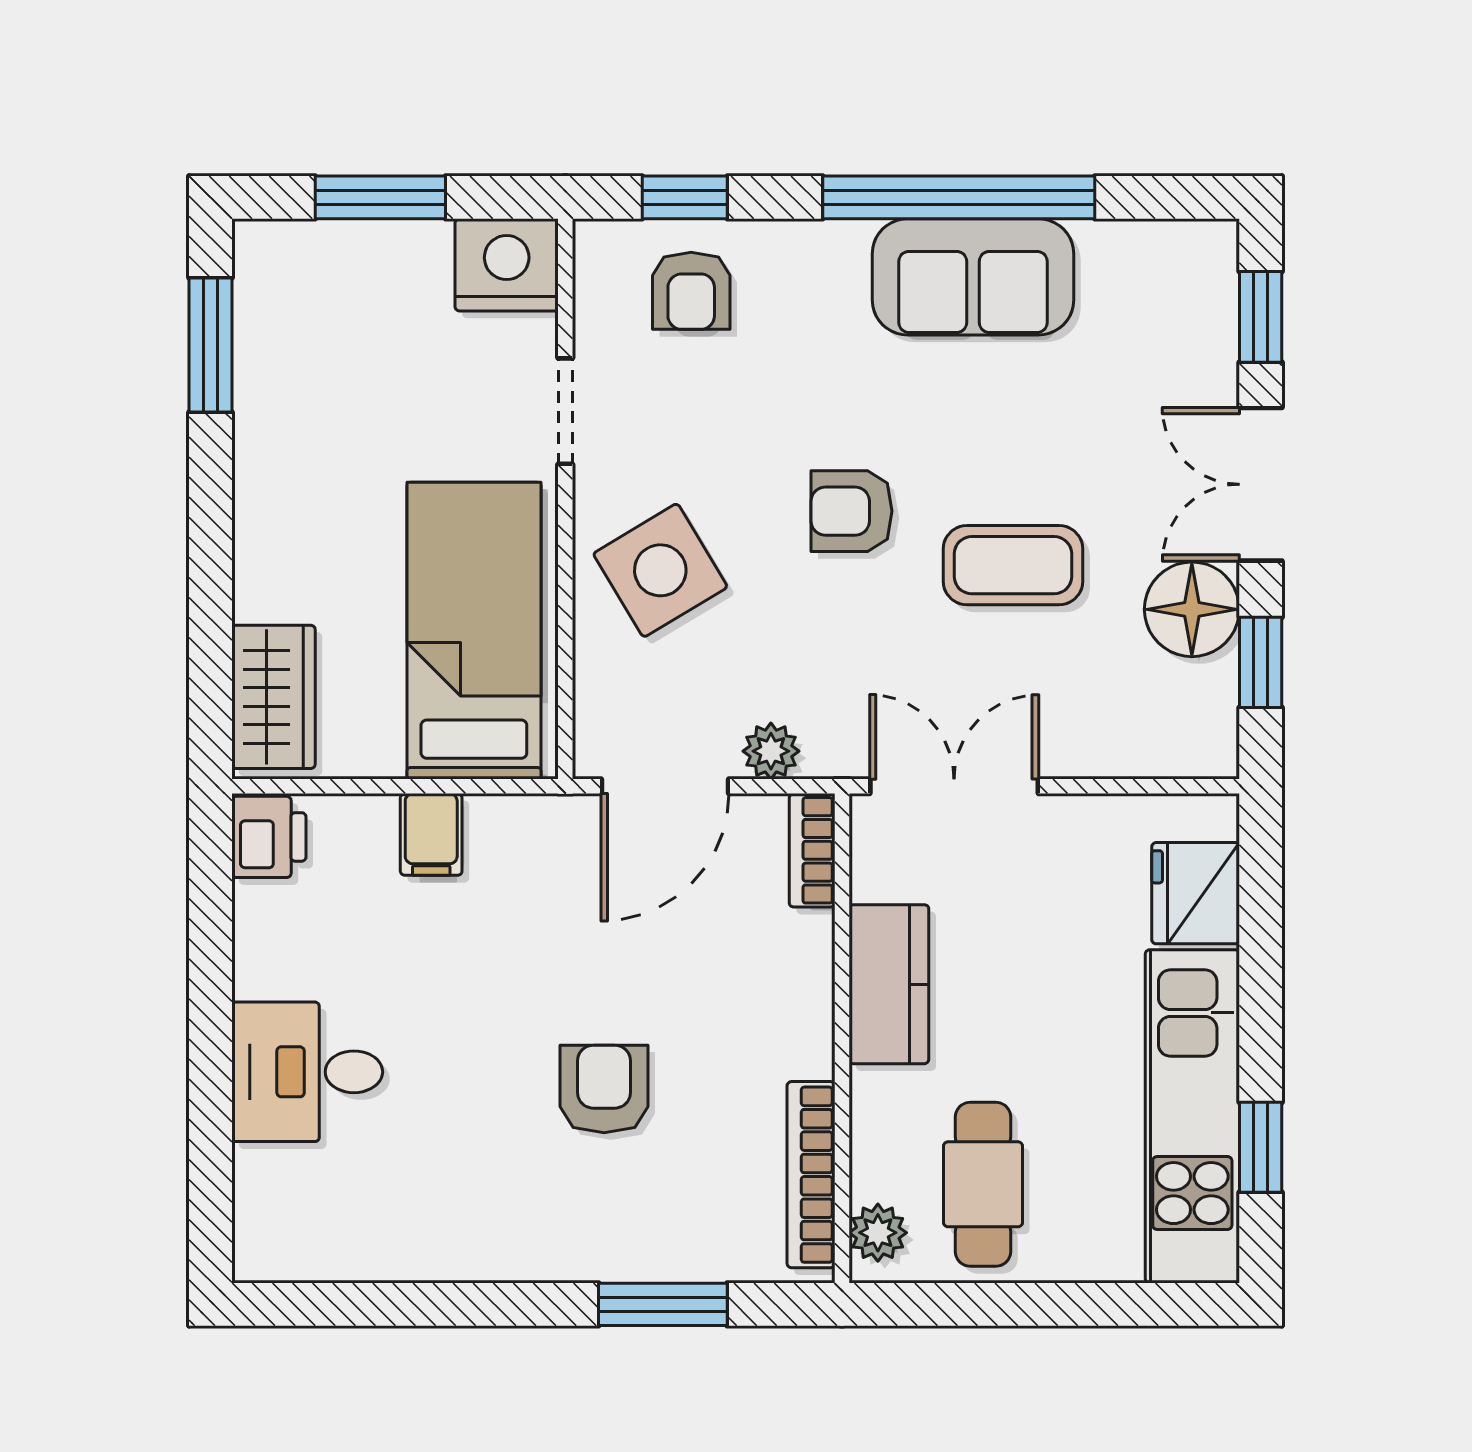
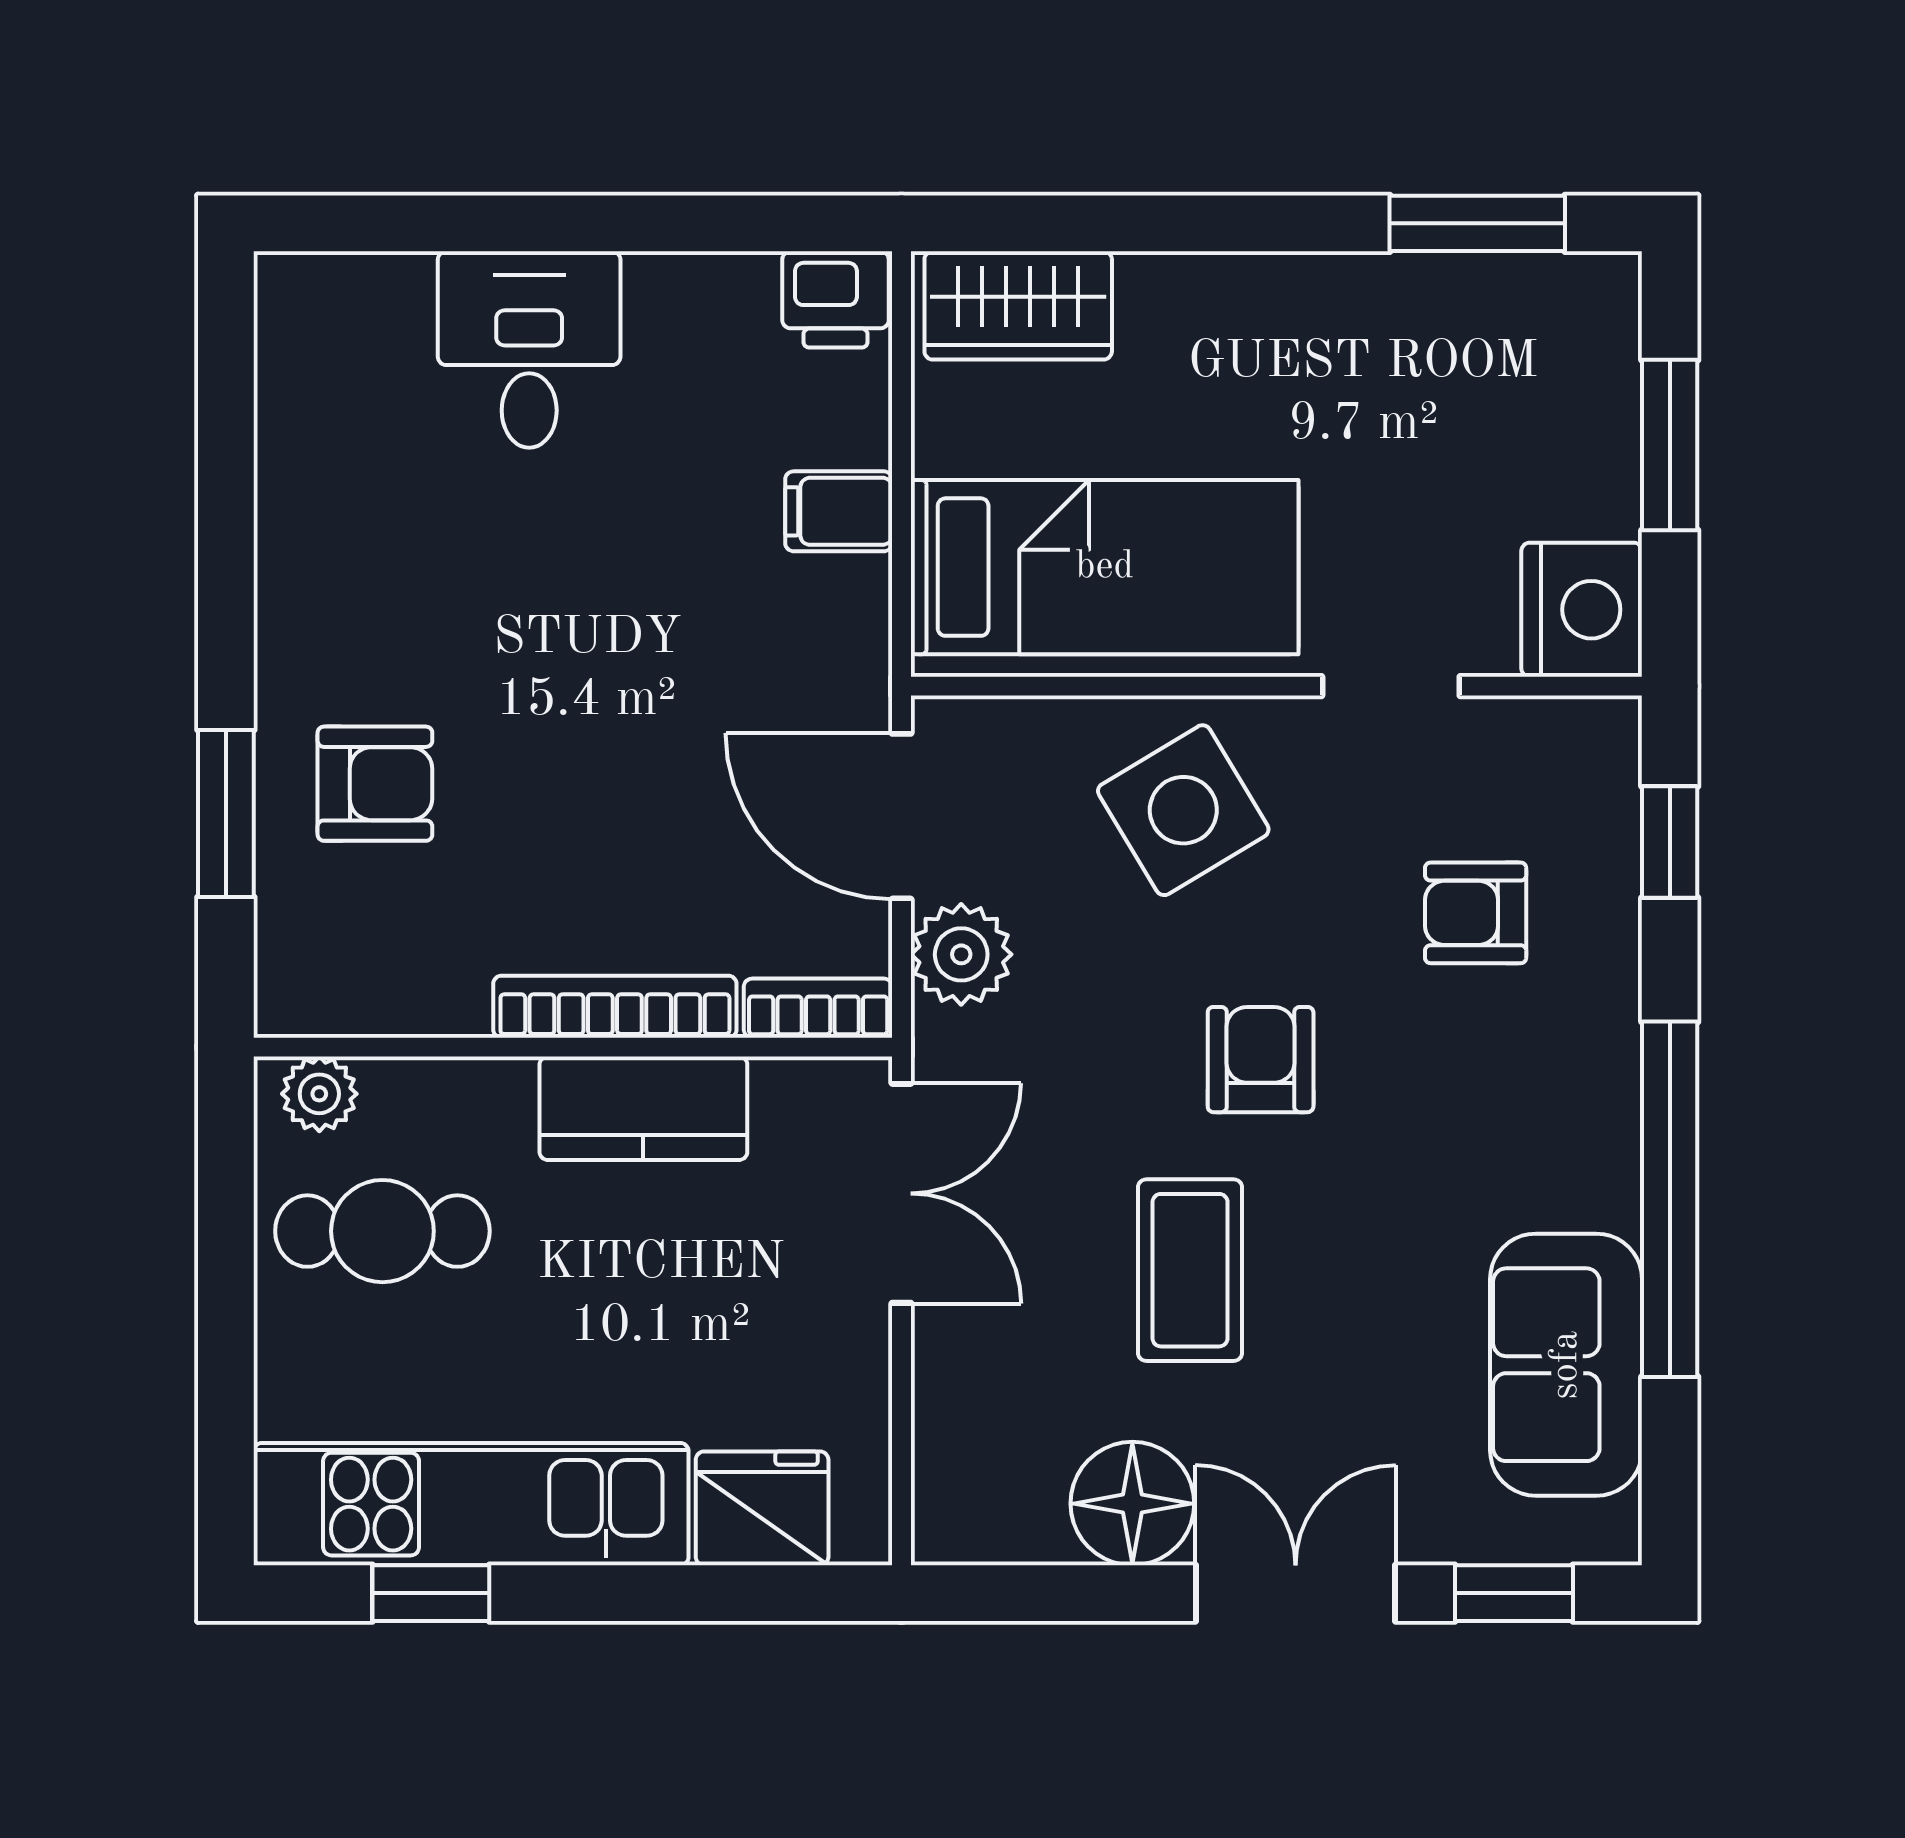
sofa: (973, 277) -> (1566, 1365), moved
armchair: (691, 291) -> (1476, 913), moved
window: (1261, 662) -> (1063, 1593), removed
plant: (771, 751) -> (961, 954), width x1.38, depth x1.38
armchair: (604, 1089) -> (375, 784), moved
bookcase: (811, 1175) -> (615, 1007), moved

